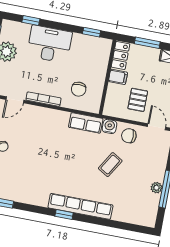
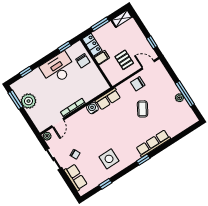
desk: (49, 44) -> (58, 68), moved
chair: (79, 89) -> (83, 61), moved
water cooler: (109, 126) -> (92, 108), moved
side table: (32, 182) -> (109, 159), added
row of seats: (80, 206) -> (153, 143), width x0.73

